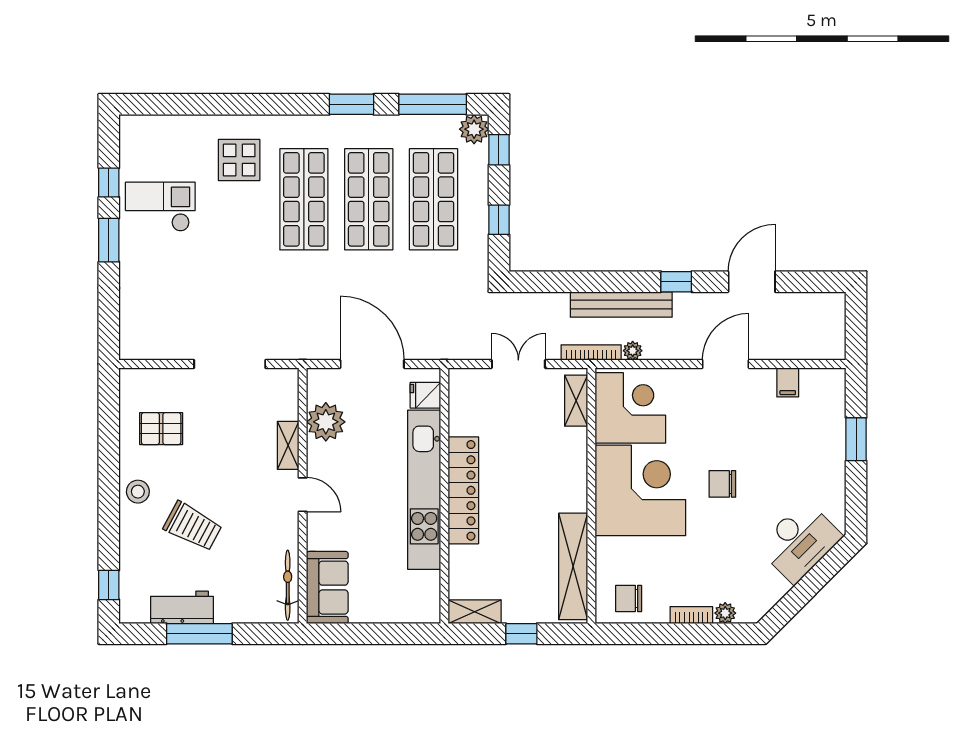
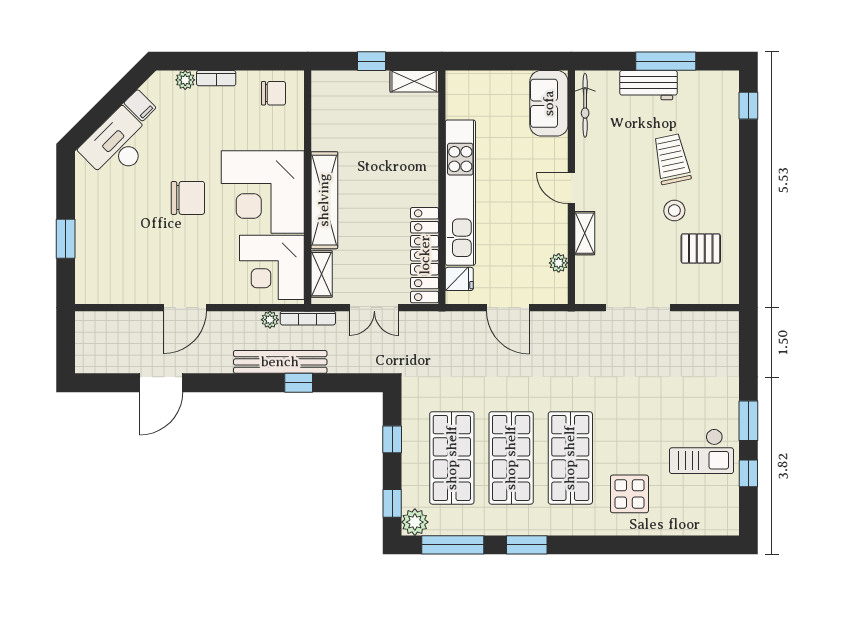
window: (676, 282) -> (299, 383), moved
door: (372, 364) -> (508, 308), width x0.73
filing cabinet: (788, 382) -> (140, 105), moved, turned 135
plant: (326, 422) -> (559, 263), width x0.53, depth x0.53
chair: (722, 484) -> (188, 198), width x1.37, depth x1.37
locker: (463, 490) -> (425, 255), moved
stool: (138, 492) -> (674, 211), moved
trolley: (193, 526) -> (672, 159), turned 50
shelving: (573, 566) -> (324, 200), moved
workbench: (182, 607) -> (648, 85), moved

